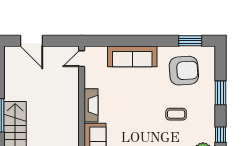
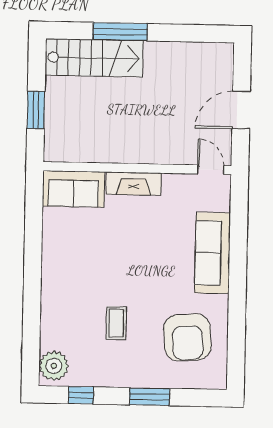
door: (31, 41) -> (241, 110), moved
window: (190, 41) -> (236, 349), removed

